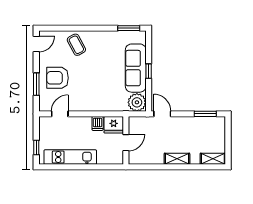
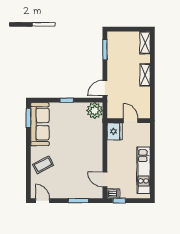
sofa: (136, 68) -> (40, 124), moved, turned -90
armchair: (58, 78) -> (73, 182), removed
dishwasher: (98, 123) -> (114, 193), moved
window: (36, 147) -> (119, 201), moved

